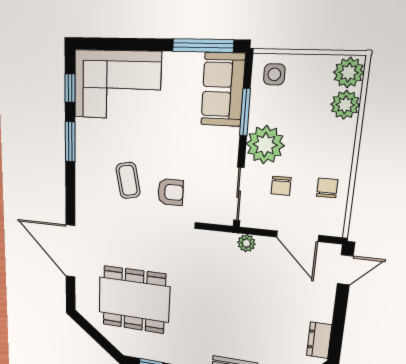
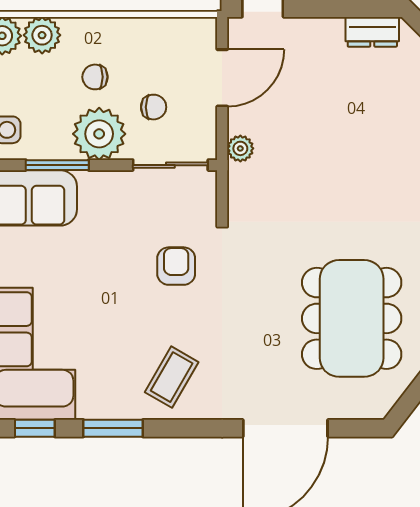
coffee table: (128, 180) -> (172, 377), moved, turned -48
chair: (327, 188) -> (95, 77), moved

